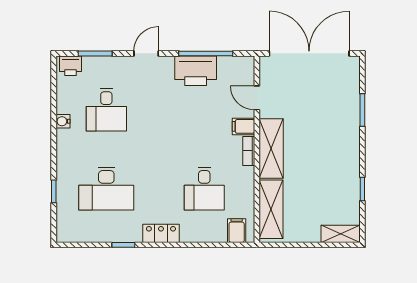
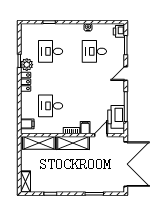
door: (146, 53) -> (126, 74), swing flipped
printer: (196, 71) -> (116, 117), moved
desk: (106, 189) -> (51, 51), width x0.73
plant: (130, 231) -> (27, 65), added

